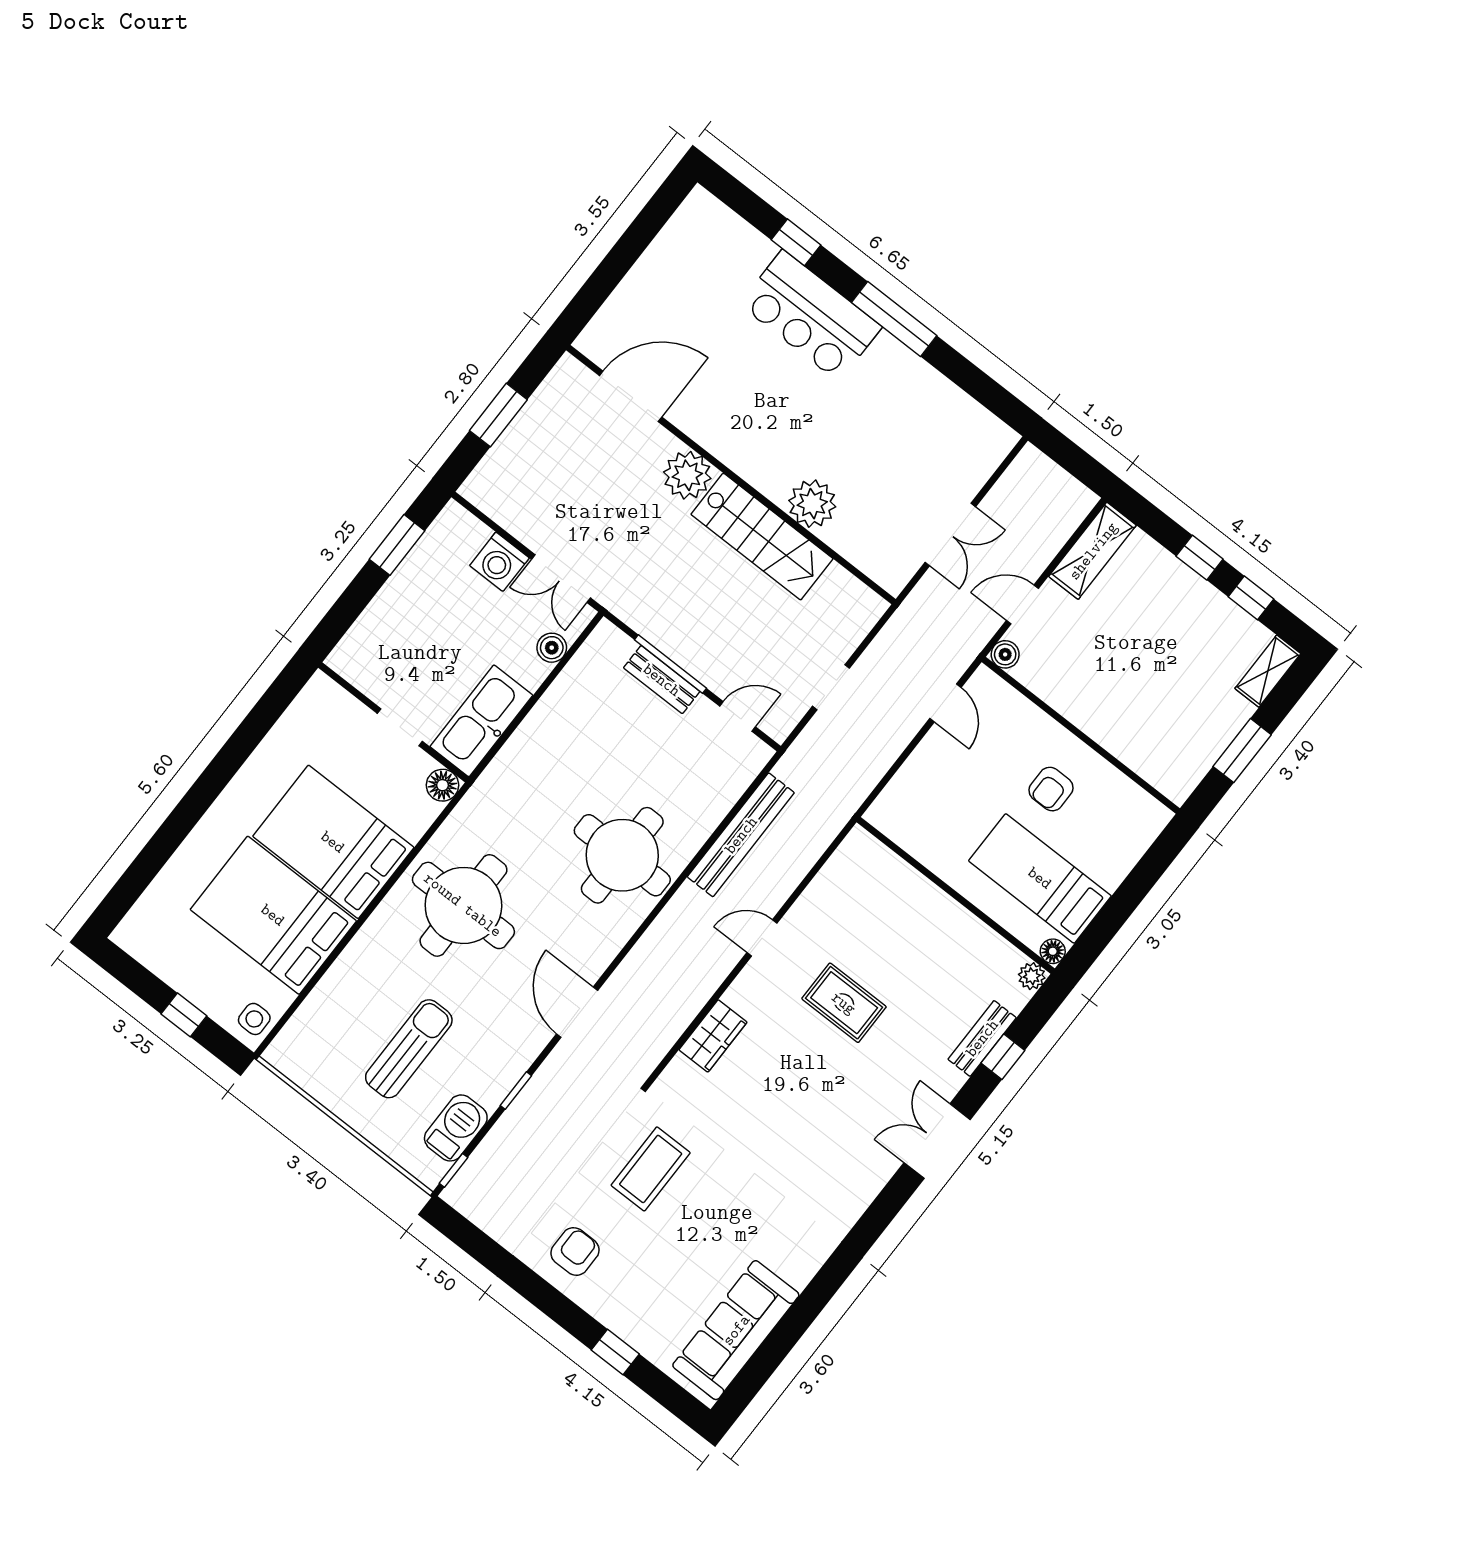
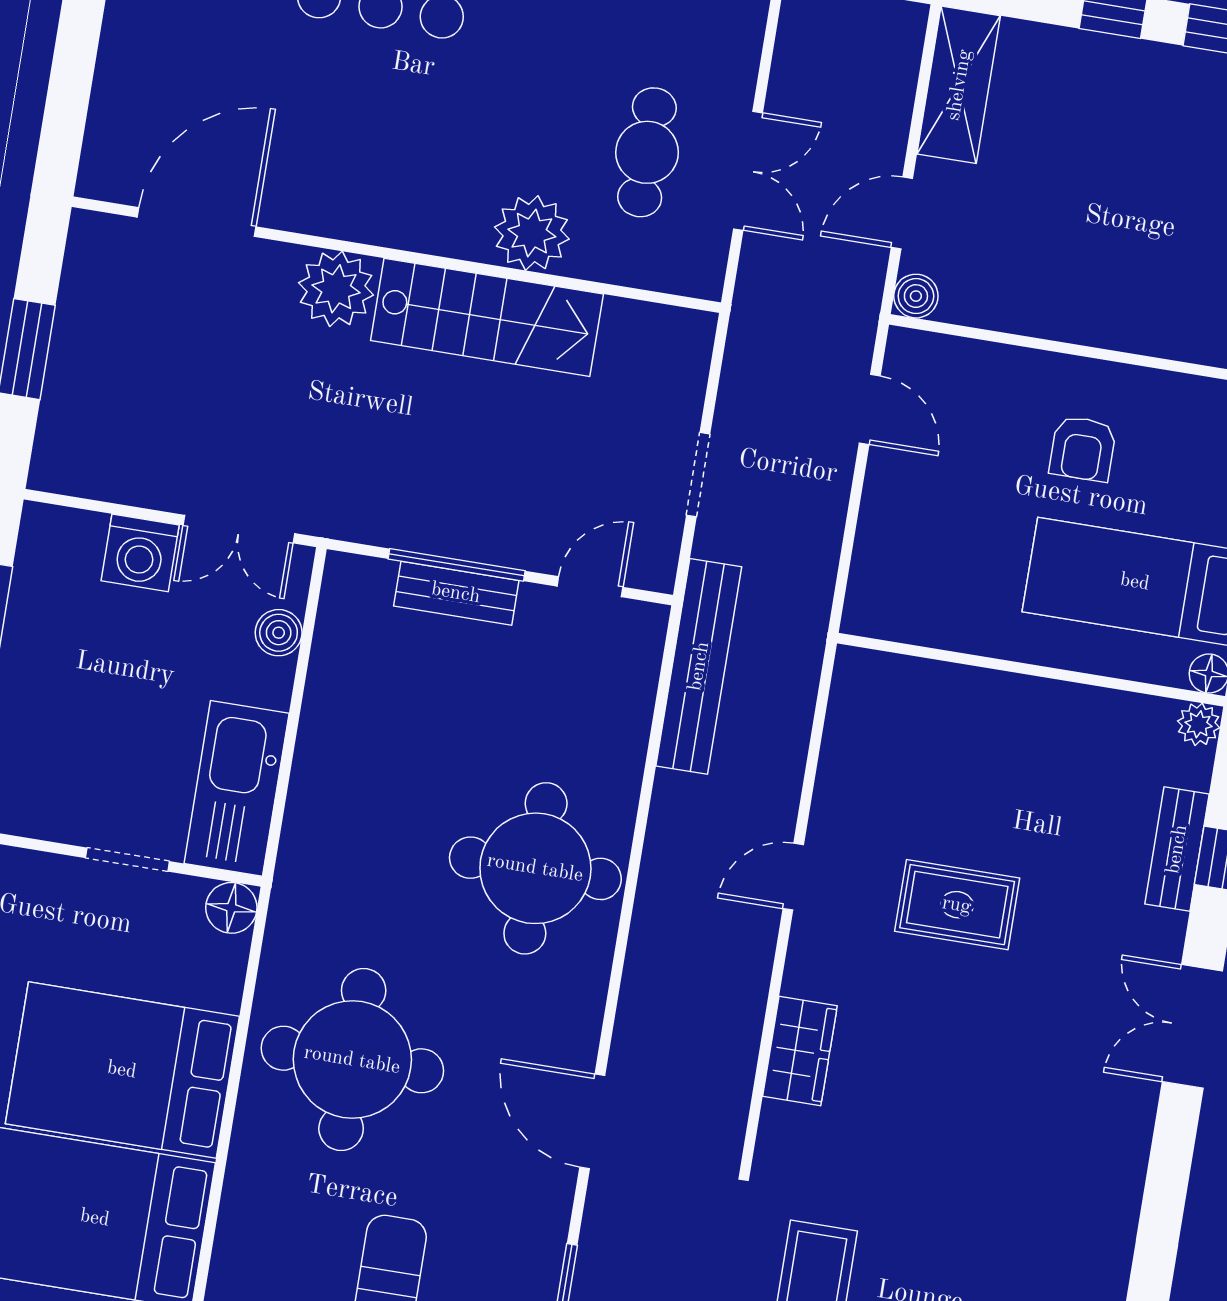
cafe table: (900, 494) -> (647, 152), added
bench: (741, 835) -> (699, 666), moved

